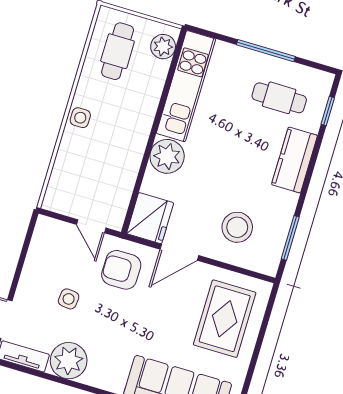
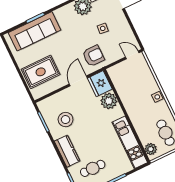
plant: (167, 156) -> (109, 101), moved
door: (91, 226) -> (132, 55), moved
stool: (237, 227) -> (66, 120), moved
rug: (225, 319) -> (41, 72), turned 90

